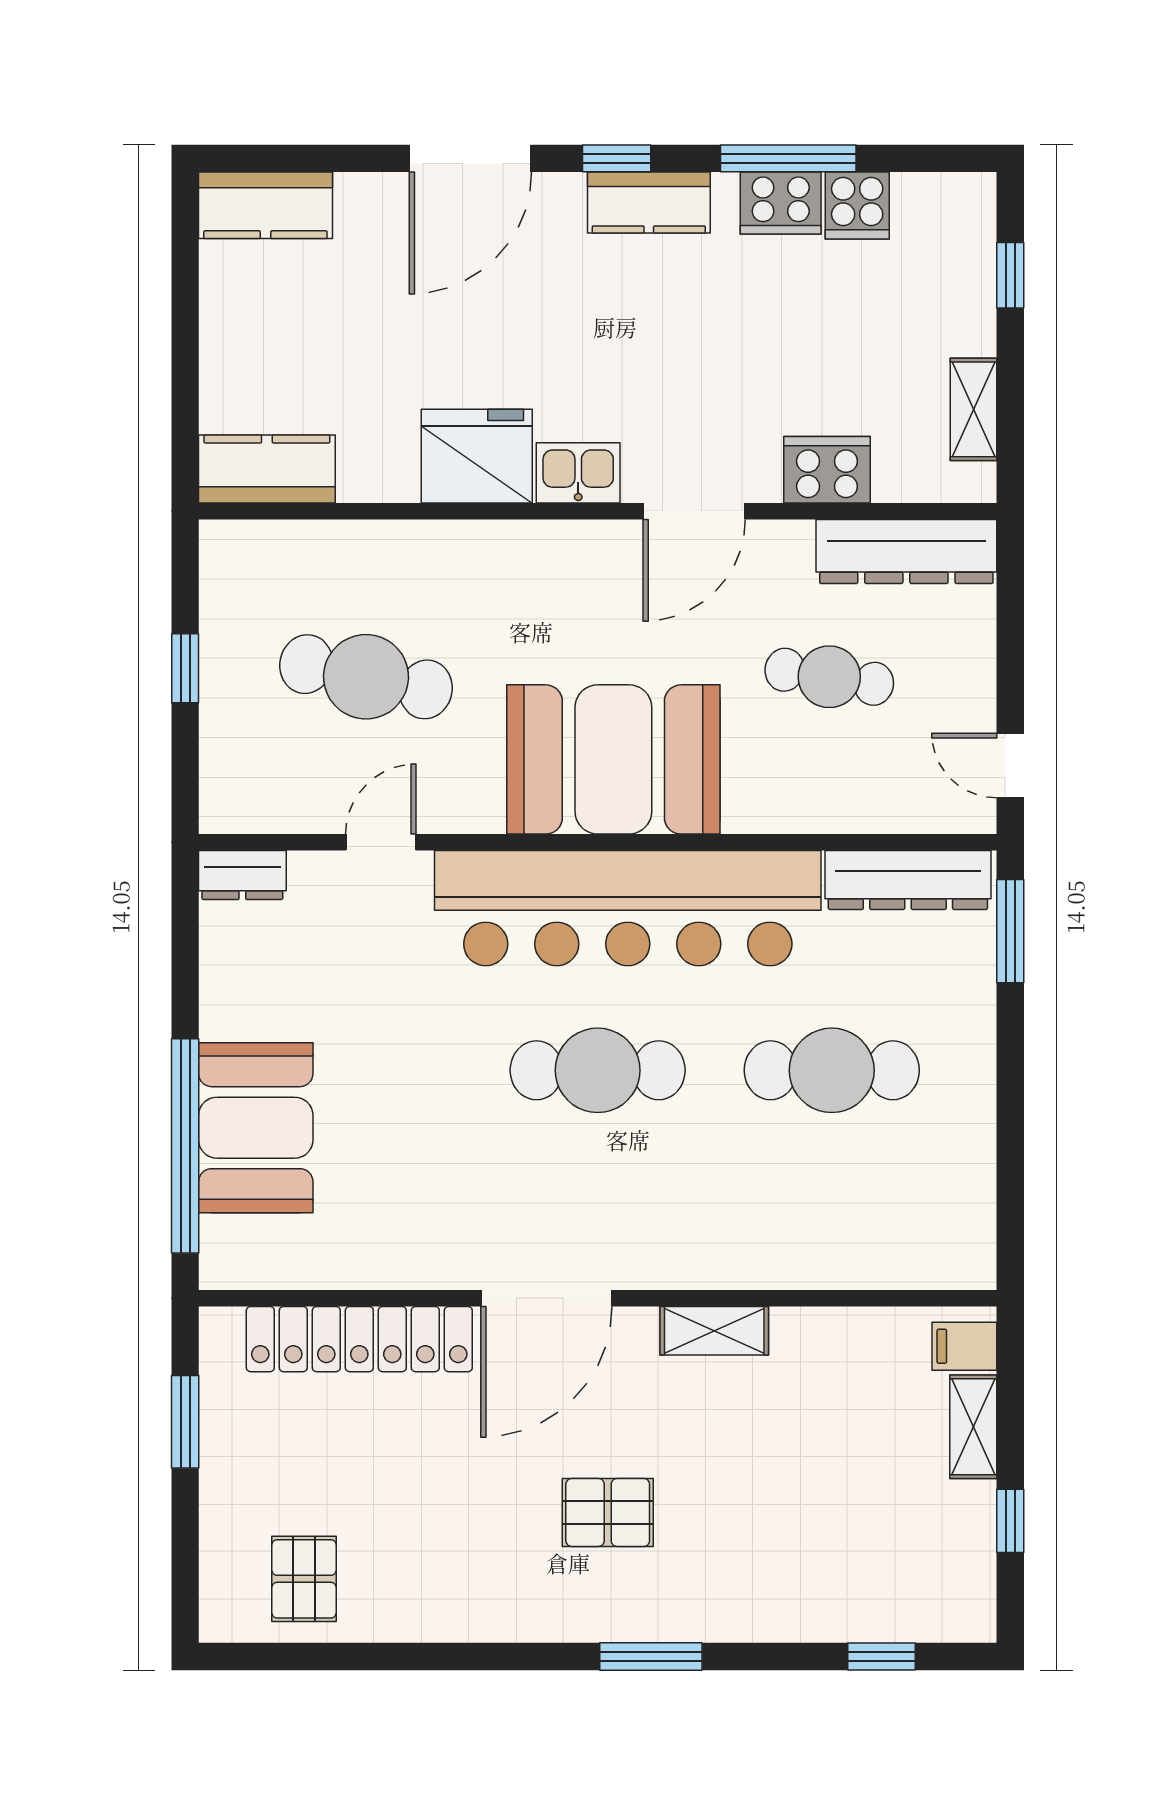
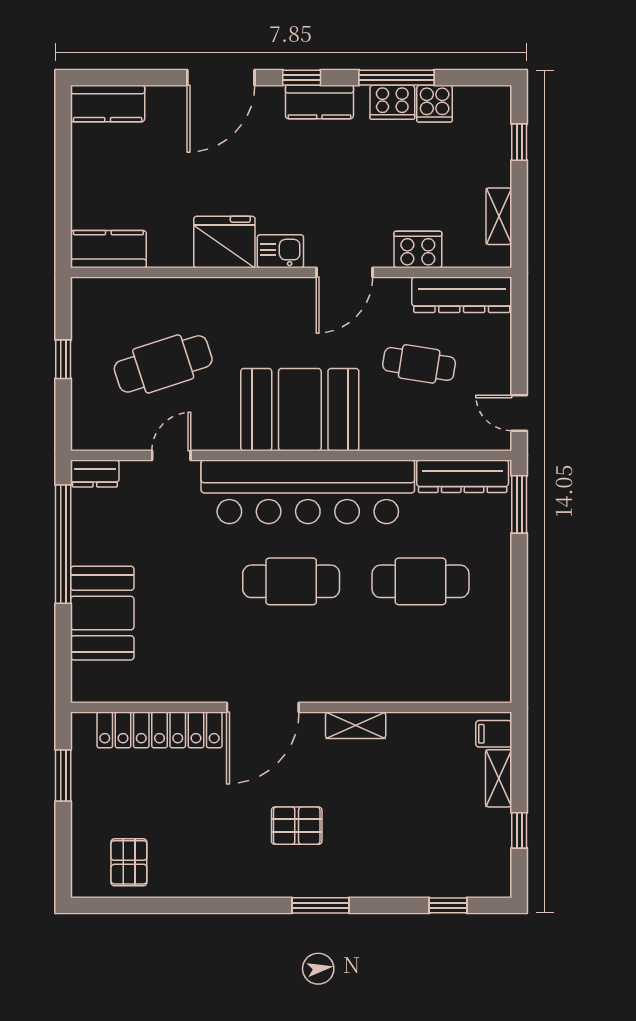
cafe table: (366, 677) -> (163, 364), turned -30
window: (185, 1146) -> (63, 544), moved

